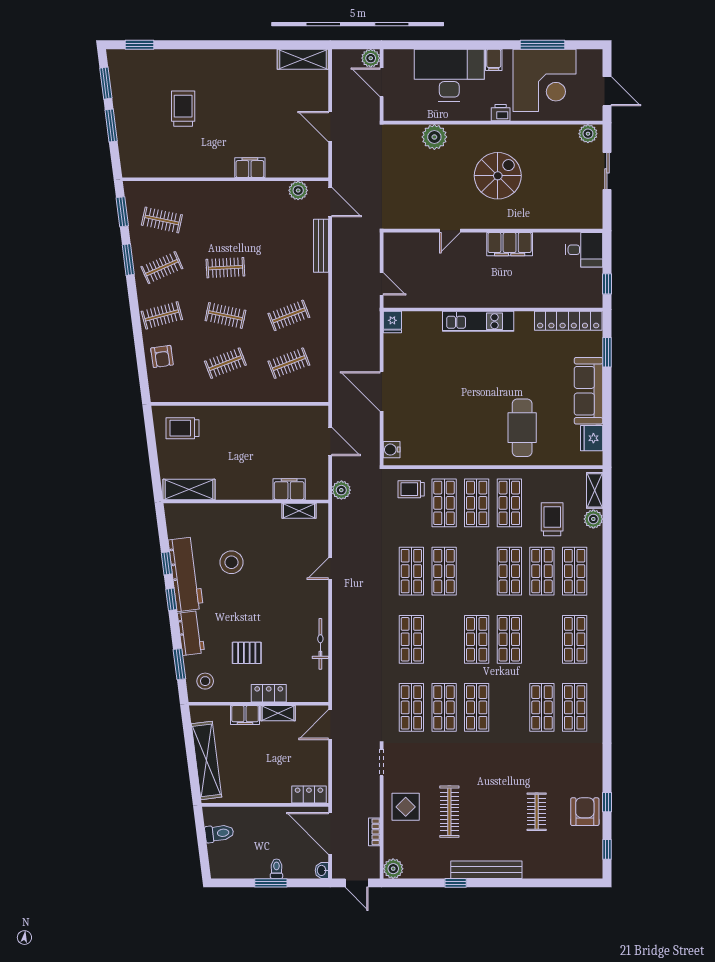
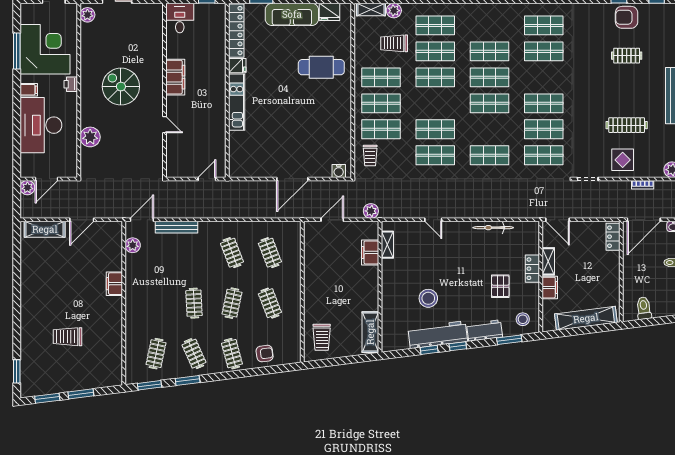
shelving: (303, 59) -> (45, 229), moved, turned 90
fridge: (392, 322) -> (237, 66), moved
shop shelf: (575, 639) -> (489, 51), moved

